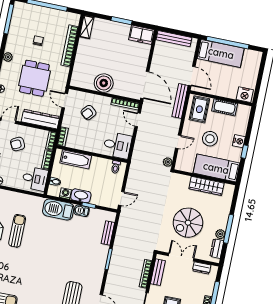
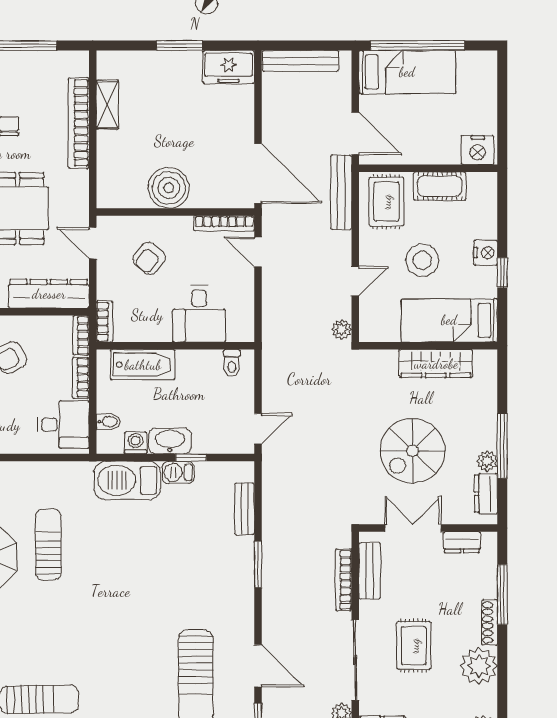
shelving: (87, 27) -> (107, 105), moved
desk: (117, 145) -> (199, 314), moved, turned 90

